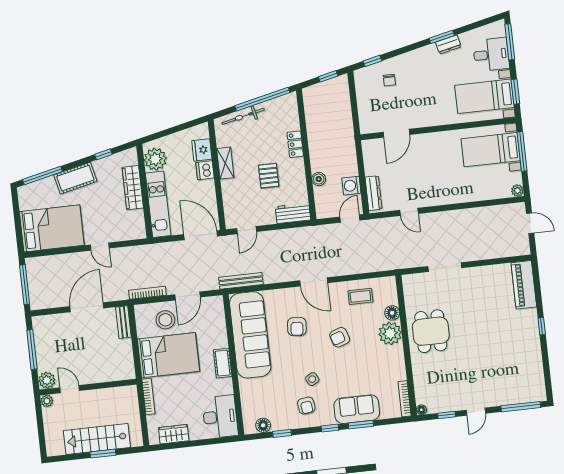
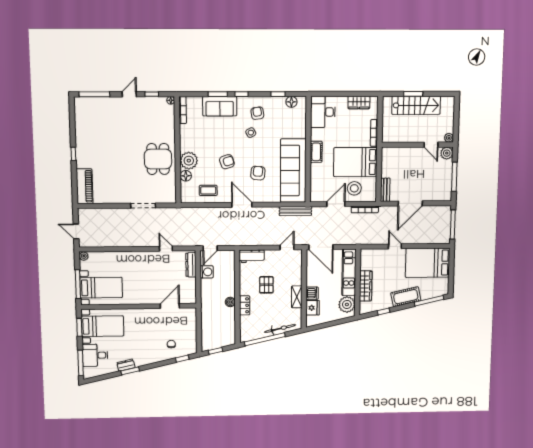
boiler: (319, 179) -> (230, 302), moved

